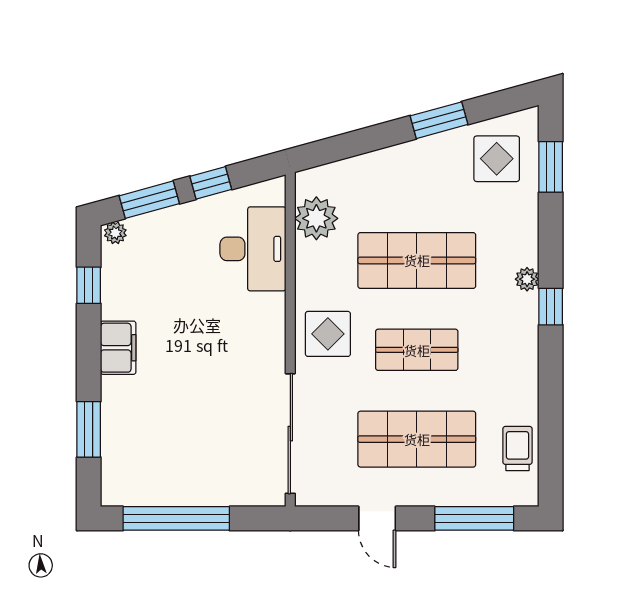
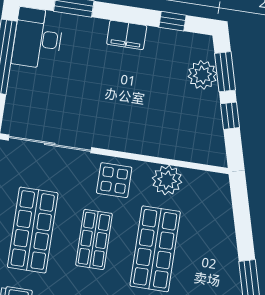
plant: (316, 218) -> (167, 180), moved
plant: (115, 233) -> (202, 75), moved, width x1.88, depth x1.88
desk: (253, 249) -> (38, 38), moved, turned 90

